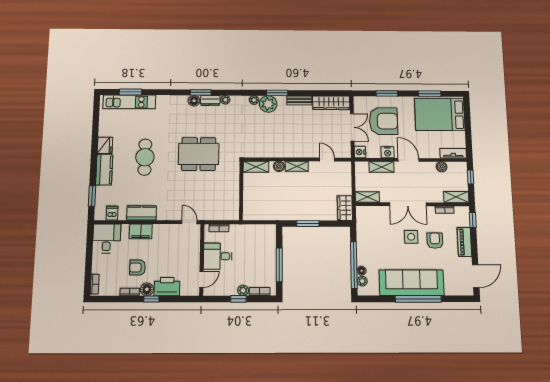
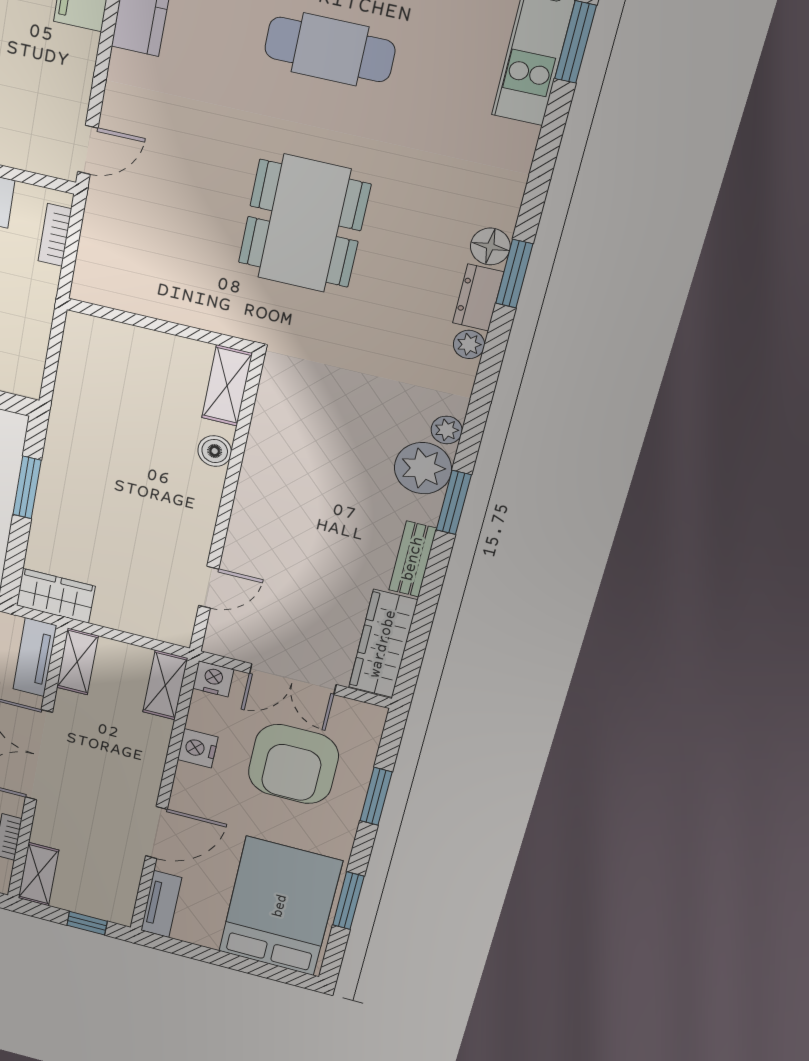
door: (408, 160) -> (156, 833), moved
shelving: (297, 166) -> (205, 500), removed
shelving: (381, 167) -> (165, 685), moved
boiler: (442, 167) -> (128, 866), removed
tv unit: (370, 211) -> (35, 657), added

